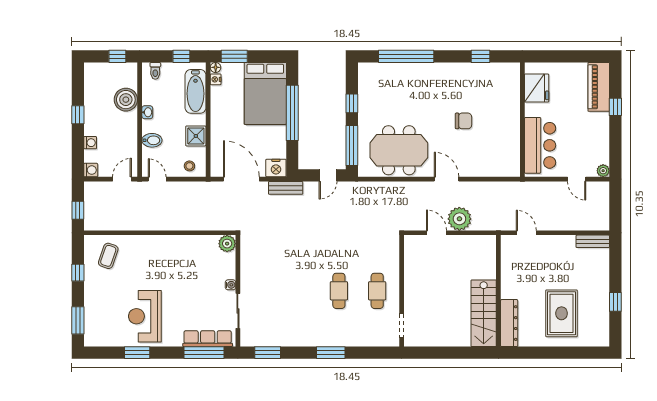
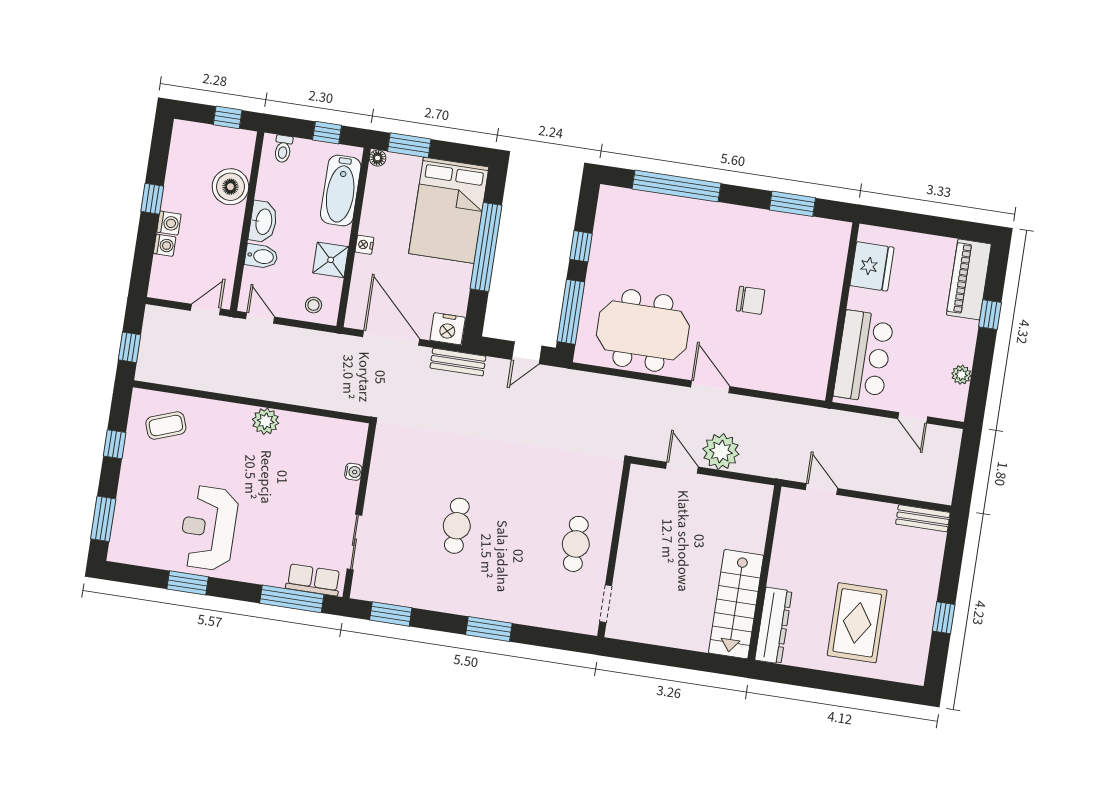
window: (481, 56) -> (792, 204), width x1.50
nightstand: (216, 79) -> (364, 245), moved
washbasin: (147, 112) -> (263, 222), width x1.91, depth x1.45
washing machine: (91, 170) -> (169, 223), moved
plant: (603, 171) -> (961, 375), moved
plant: (227, 244) -> (266, 421), moved
coffee table: (108, 256) -> (166, 426), turned 51
water cooler: (230, 285) -> (353, 472), moved
cafe table: (339, 291) -> (457, 526), moved
row of seats: (208, 339) -> (313, 580), width x0.68

